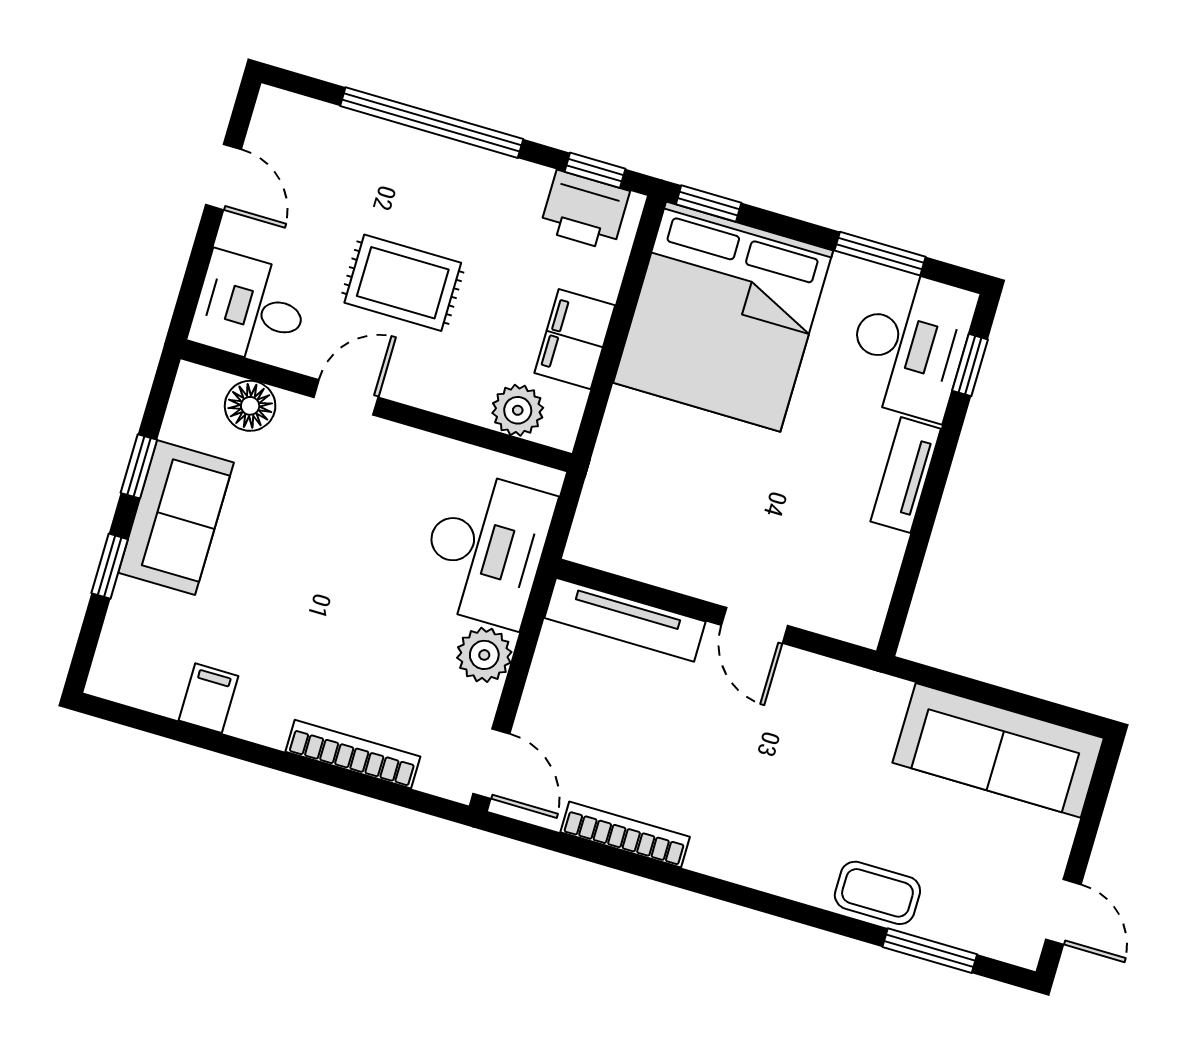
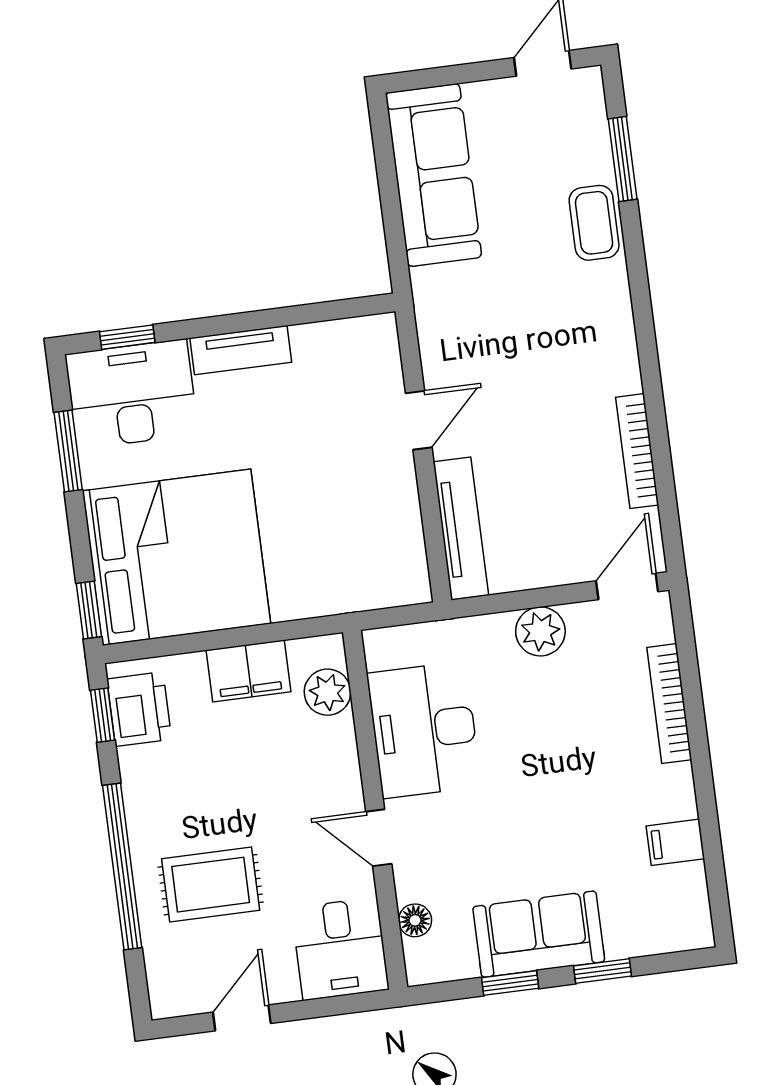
rug: (403, 283) -> (211, 885), moved, turned 90
floor lamp: (250, 406) -> (415, 920), width x0.73, depth x0.73
desk: (486, 549) -> (424, 730), moved, turned -90

